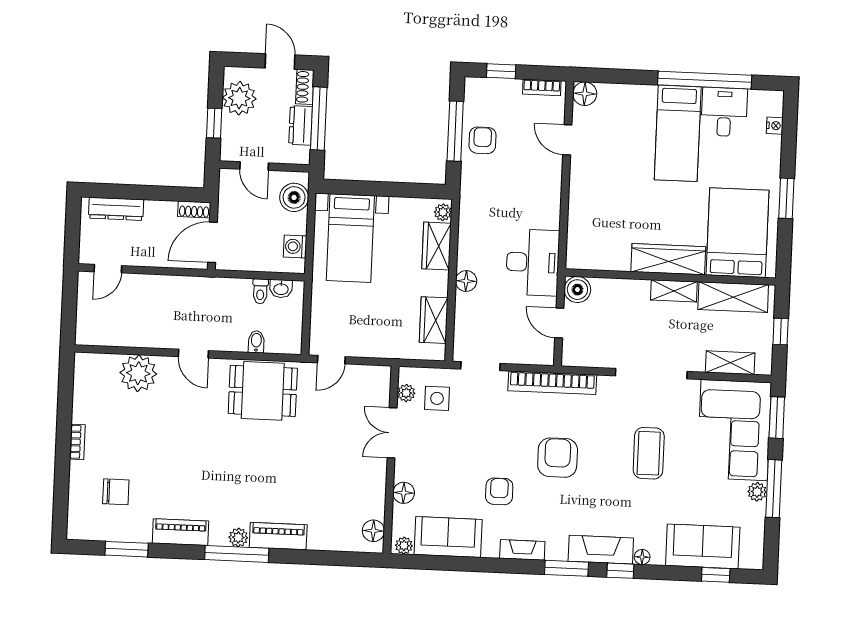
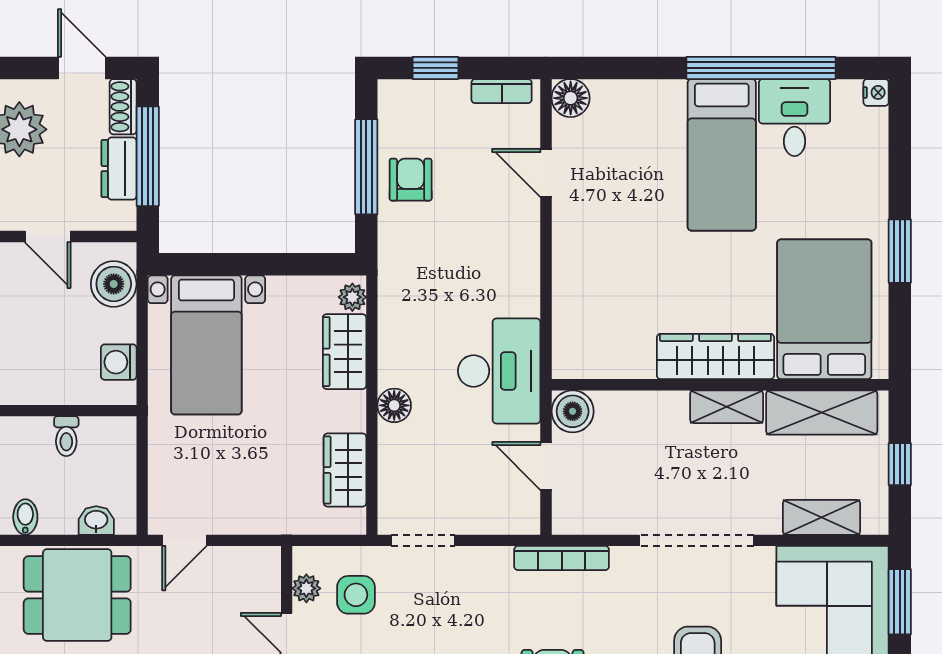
nightstand: (775, 126) -> (876, 92), moved
washbasin: (281, 289) -> (96, 521), moved, turned 180
bidet: (256, 342) -> (25, 517), moved
bookcase: (552, 383) -> (562, 558), width x0.68, depth x0.76

